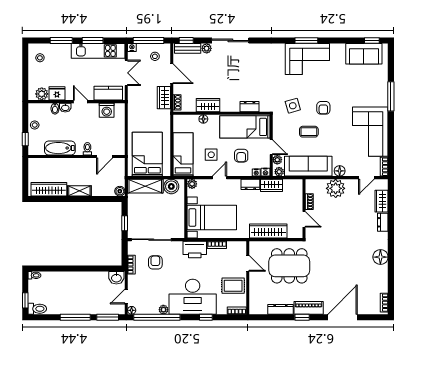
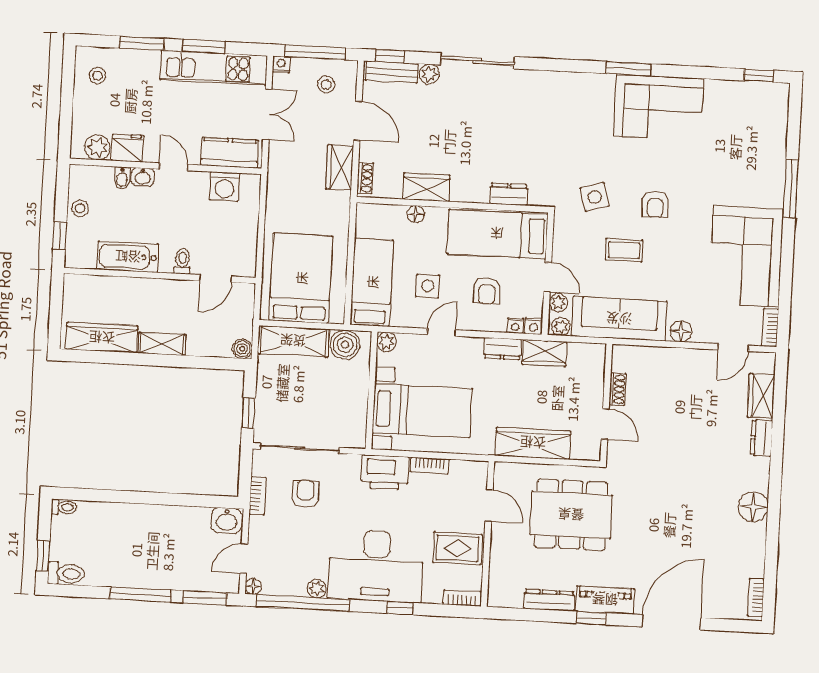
sofa: (364, 54) -> (741, 101), removed
corner sofa: (307, 59) -> (659, 107), moved
plant: (336, 188) -> (671, 366), removed

